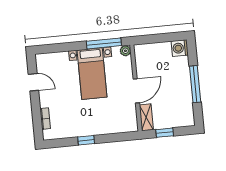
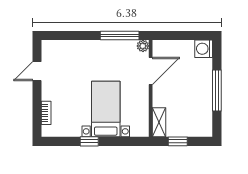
bed with nightstands: (92, 74) -> (106, 109), moved, turned 180
door: (33, 82) -> (37, 71), swing flipped
door: (136, 91) -> (151, 71), moved

